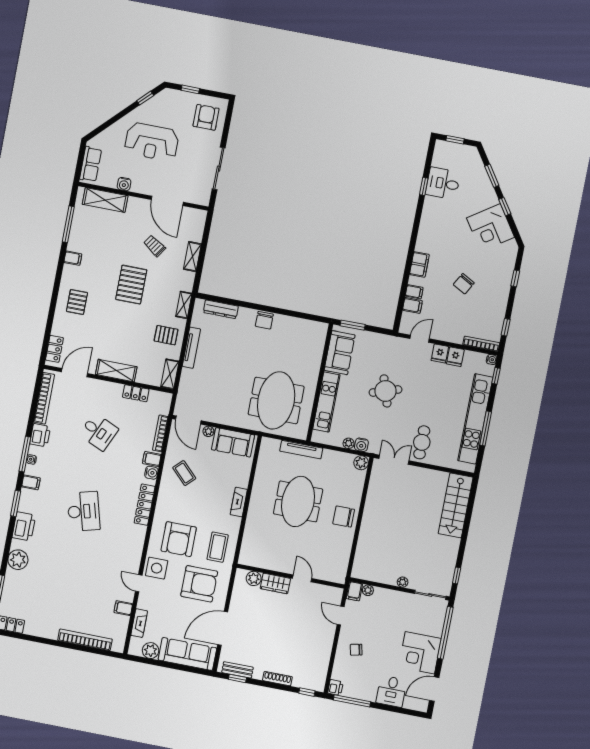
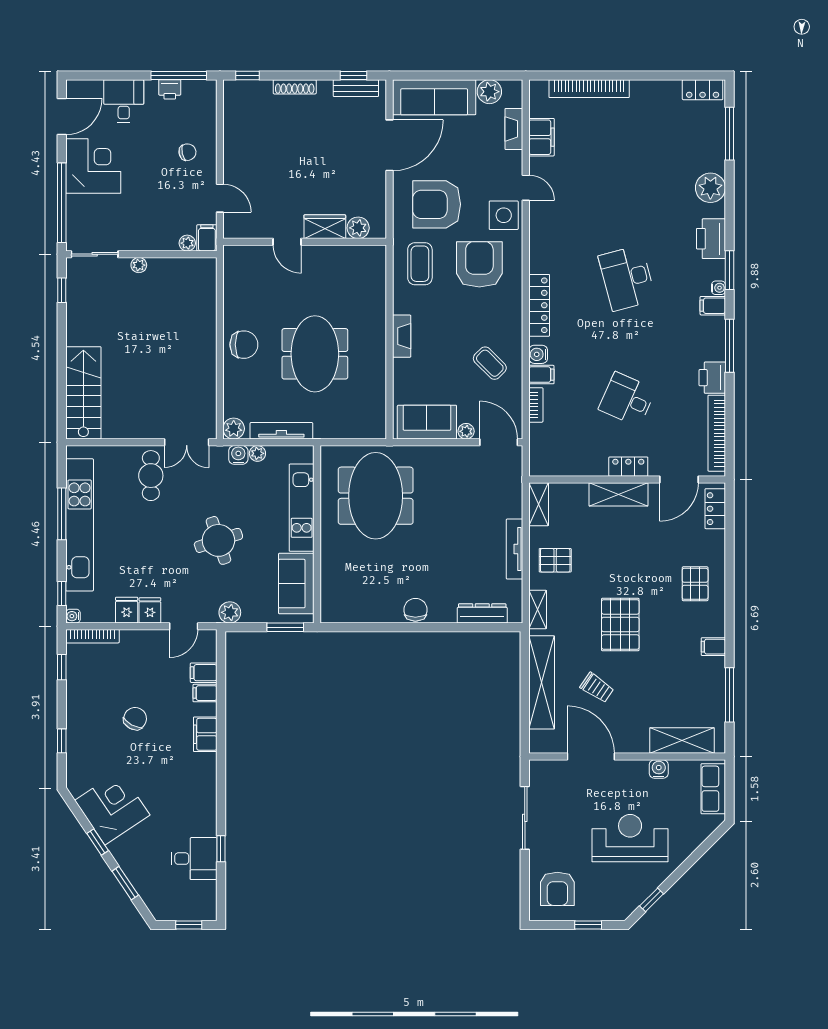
shelving: (192, 257) -> (542, 682), width x2.20, depth x1.33
plant: (387, 342) -> (230, 612), added
locker: (136, 393) -> (628, 467), moved
bookcase: (160, 433) -> (536, 405), width x0.64
tv unit: (301, 450) -> (281, 431), moved
water cooler: (31, 459) -> (718, 288), moved
filing cabinet: (123, 608) -> (542, 137), width x2.00
printer: (335, 688) -> (170, 89), moved, turned -90

